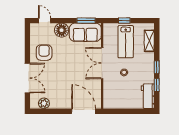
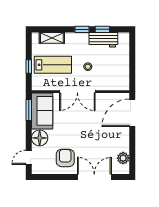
armchair: (44, 53) -> (65, 158), turned 90
workbench: (148, 96) -> (103, 40), moved

